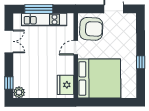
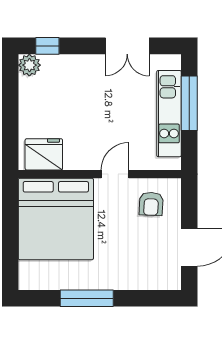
armchair: (91, 29) -> (151, 204), width x0.53, depth x0.53
door: (76, 48) -> (115, 174), hinge flipped
window: (141, 62) -> (87, 298), width x2.17

